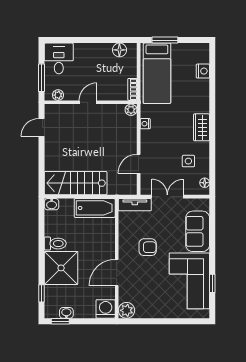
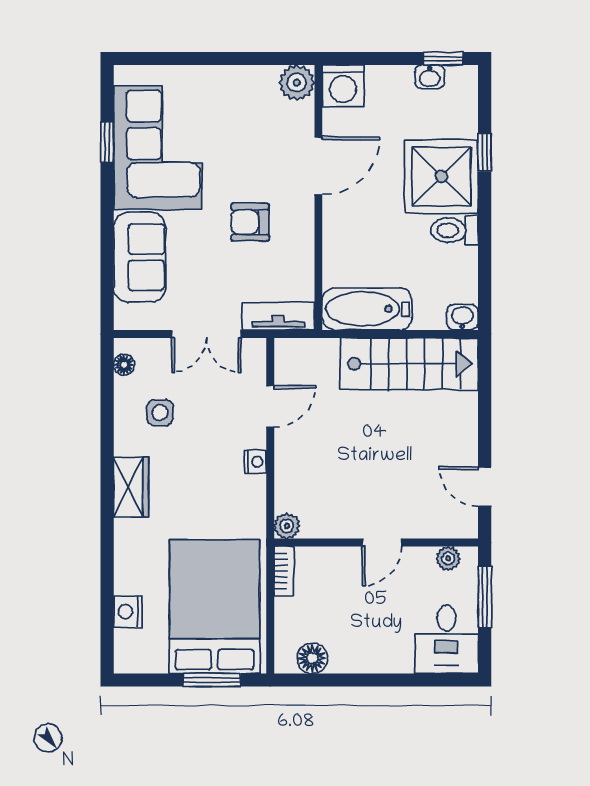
bed: (157, 73) -> (215, 607), width x1.50
nightstand: (145, 124) -> (255, 462), moved
door: (42, 128) -> (485, 487), swing flipped
window: (42, 293) -> (485, 152), moved

